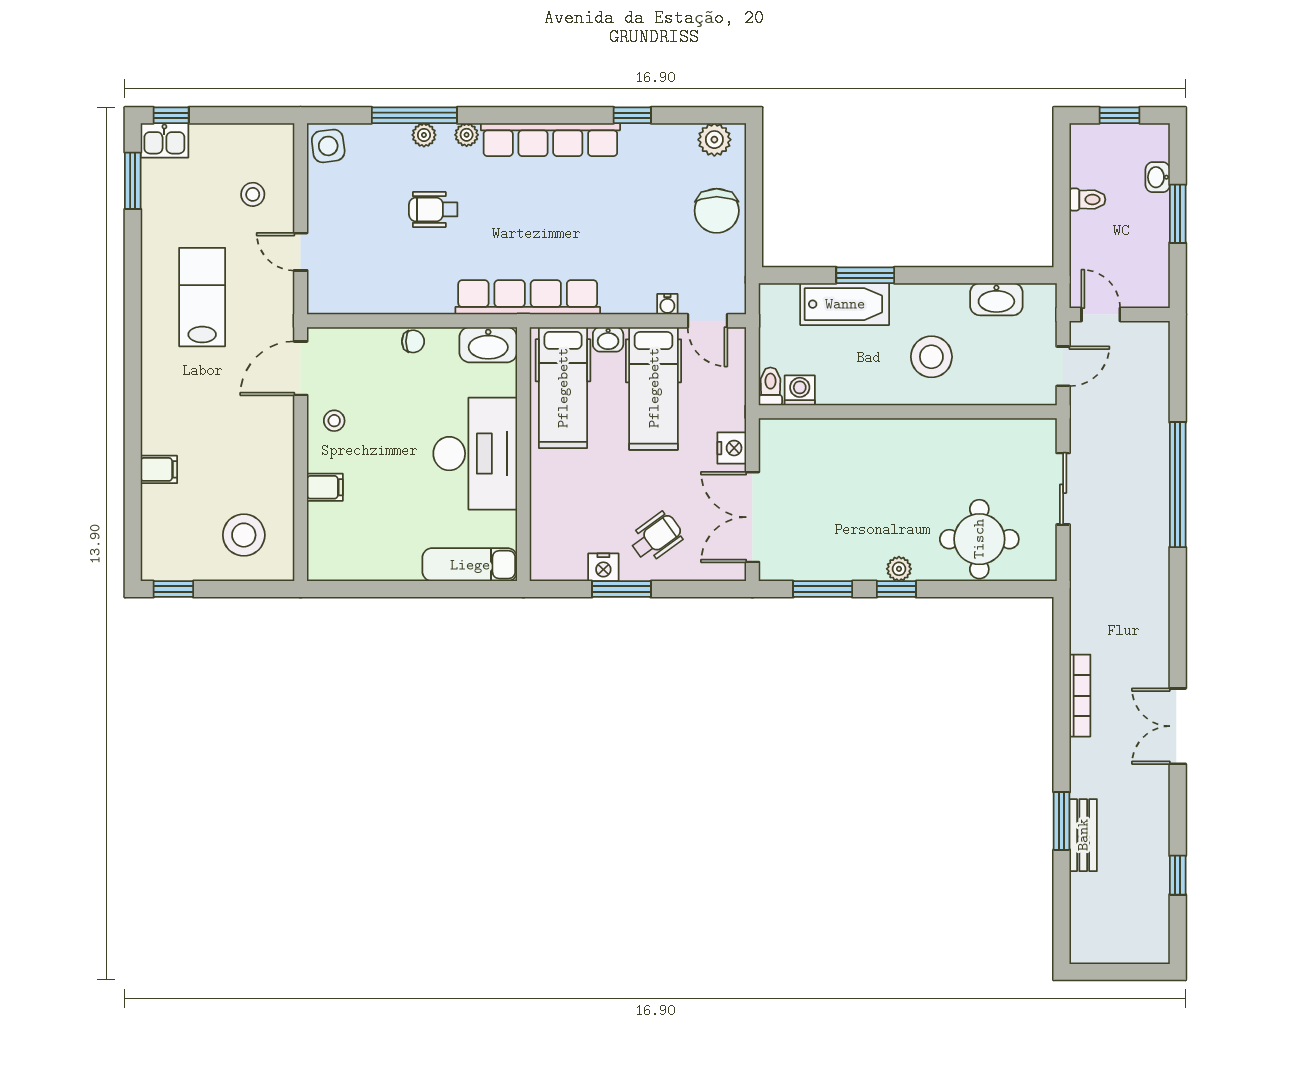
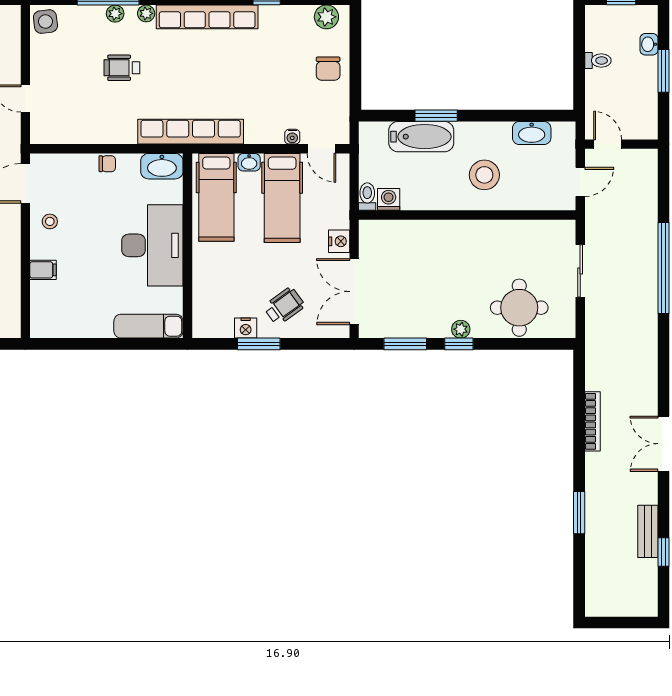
chair: (717, 211) -> (328, 69), width x0.73, depth x0.73
bench: (1083, 835) -> (648, 531), moved

